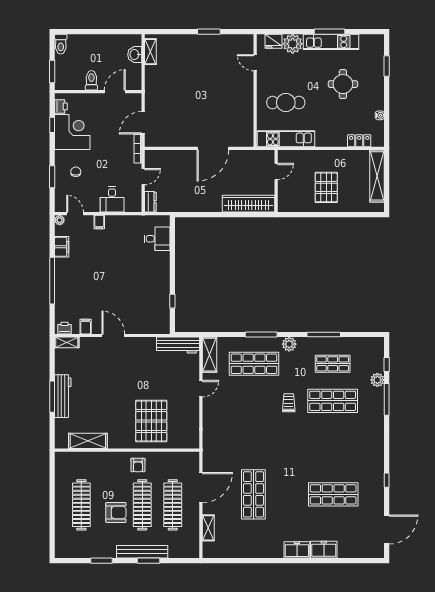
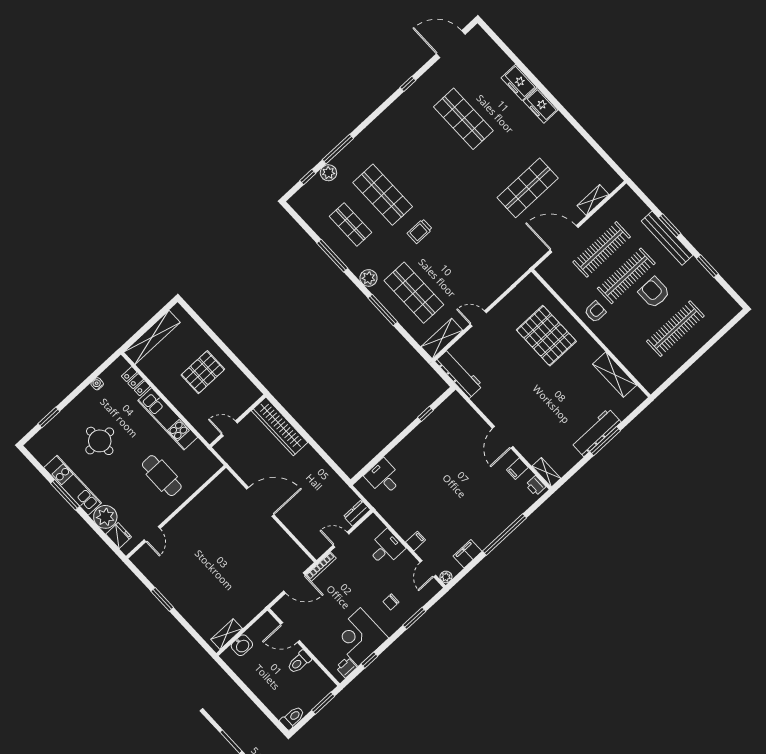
kitchen unit: (286, 139) -> (168, 419), moved
pallet: (151, 421) -> (546, 336), turned 90

